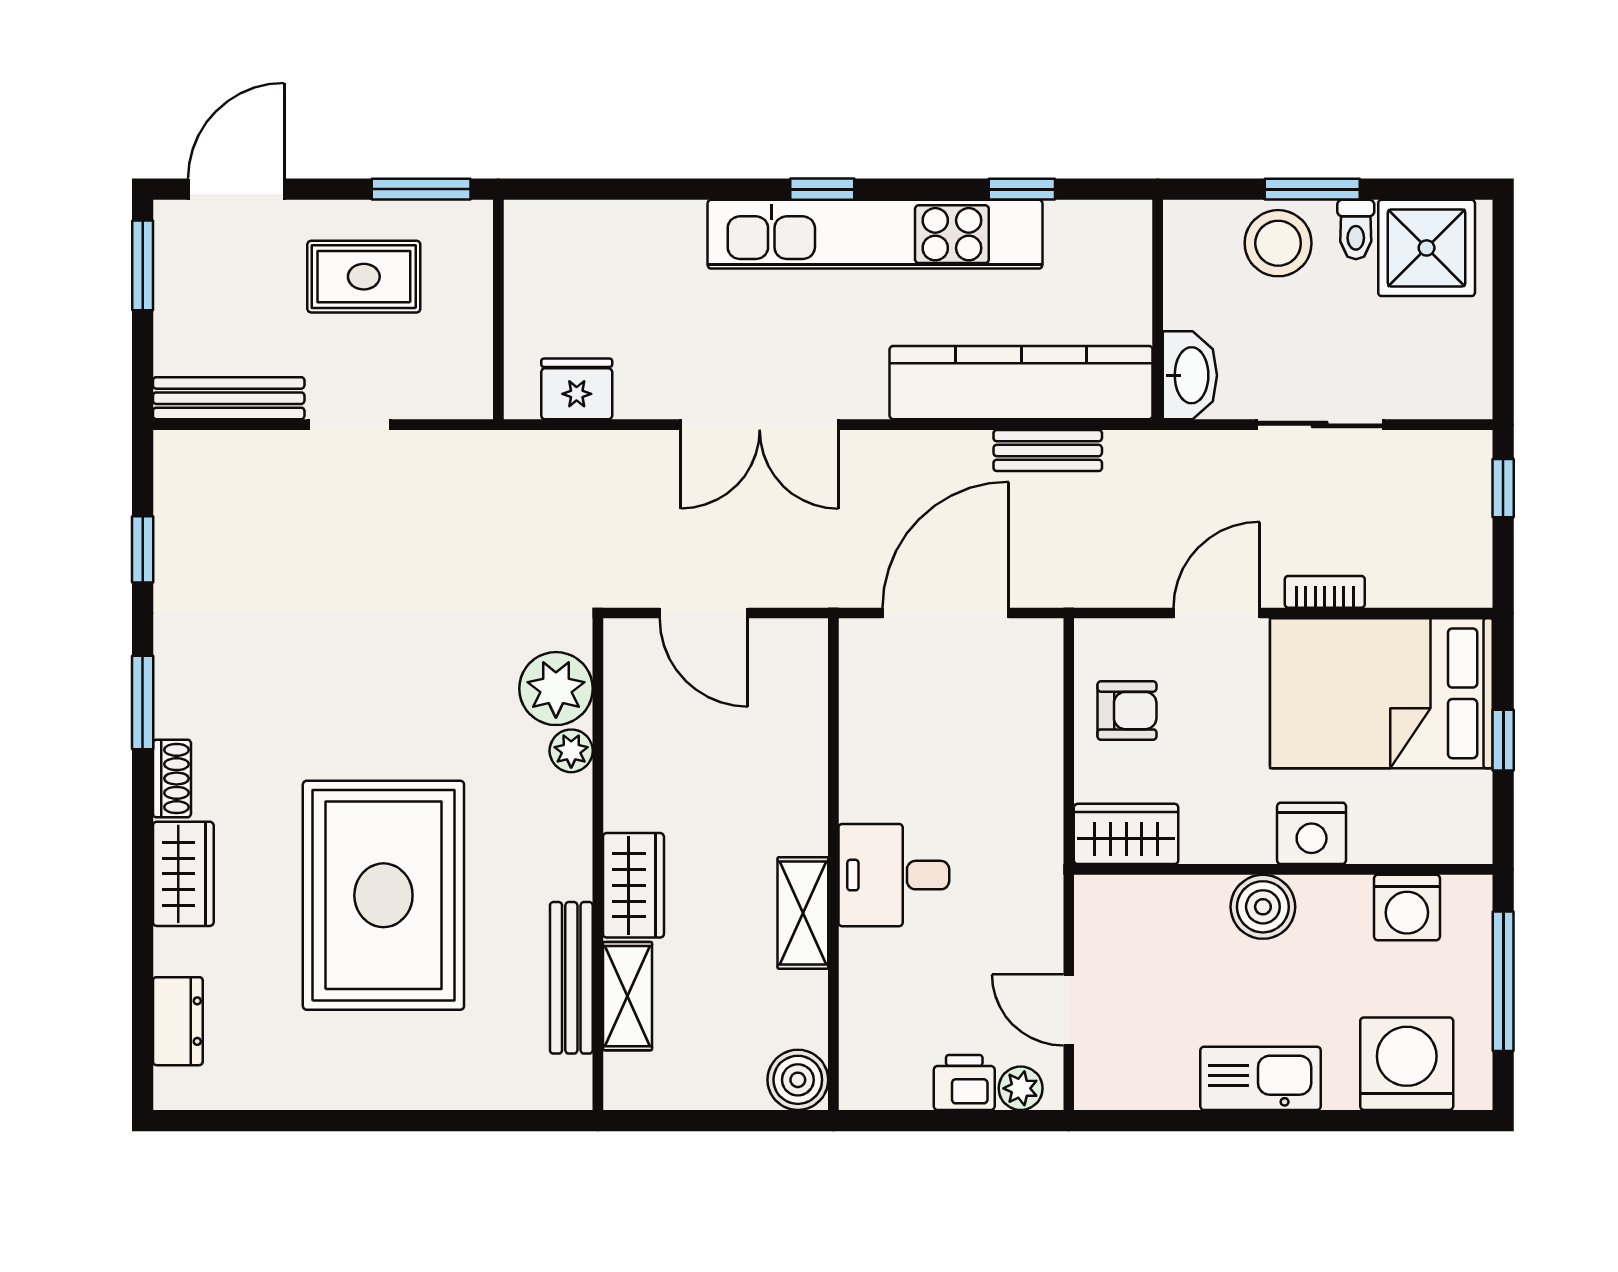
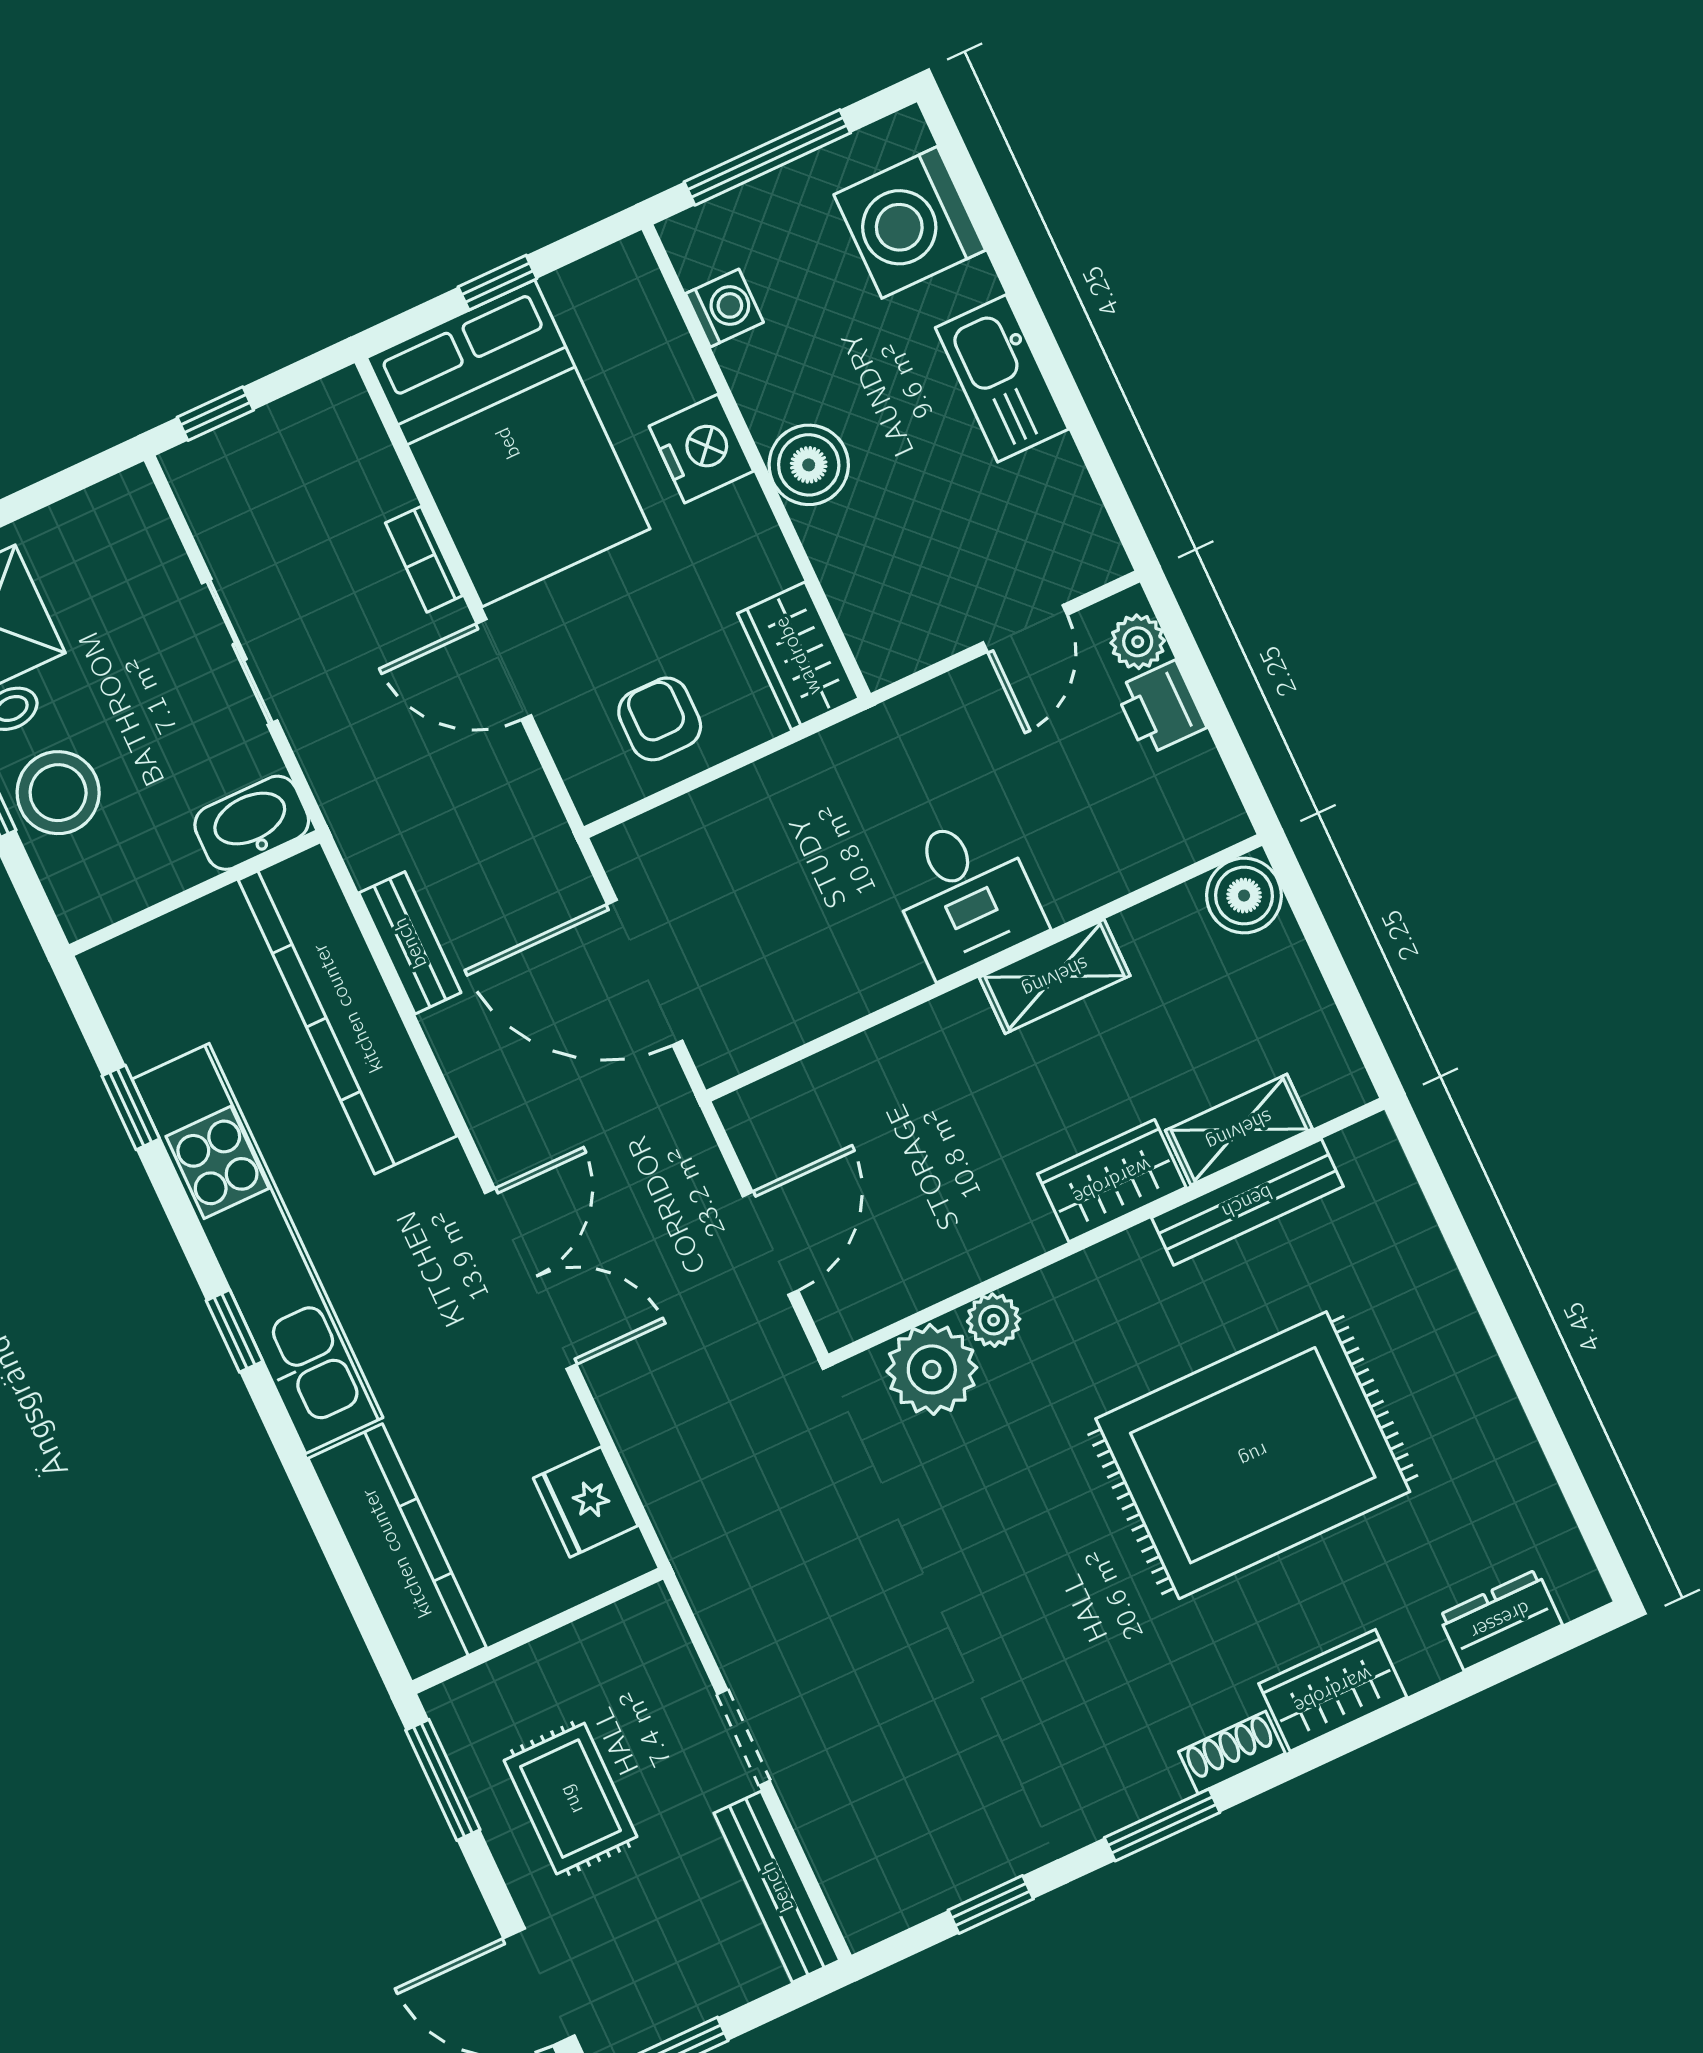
kitchen counter: (604, 233) -> (397, 1553), added
washing machine: (1407, 907) -> (725, 308), width x0.73, depth x0.73

